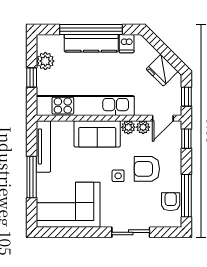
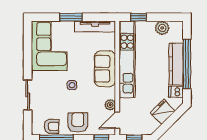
fridge: (162, 70) -> (163, 112), moved
window: (32, 77) -> (138, 17), moved
door: (163, 118) -> (117, 120), hinge flipped
plant: (128, 127) -> (110, 93), removed
armchair: (147, 169) -> (78, 122), moved
window: (32, 177) -> (71, 17), width x0.69

